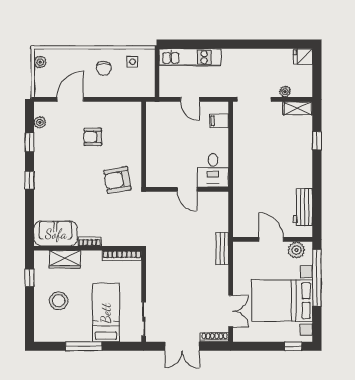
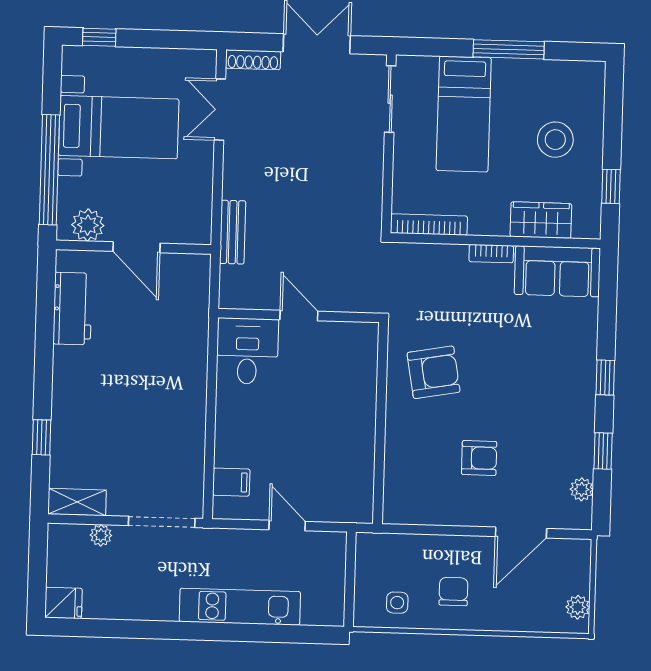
kitchen unit: (190, 57) -> (240, 607), moved
desk: (213, 170) -> (247, 351), moved
door: (187, 189) -> (299, 316), moved
wall: (187, 189) -> (299, 315), moved
bed with nightstands: (282, 301) -> (119, 127), width x0.73

